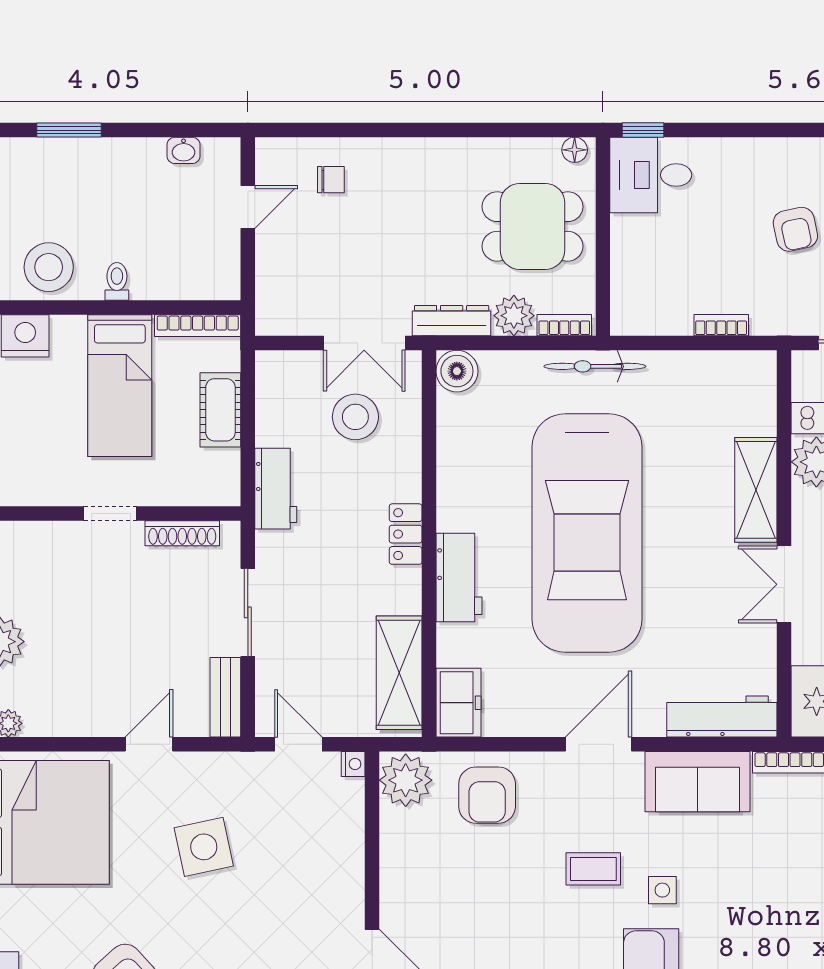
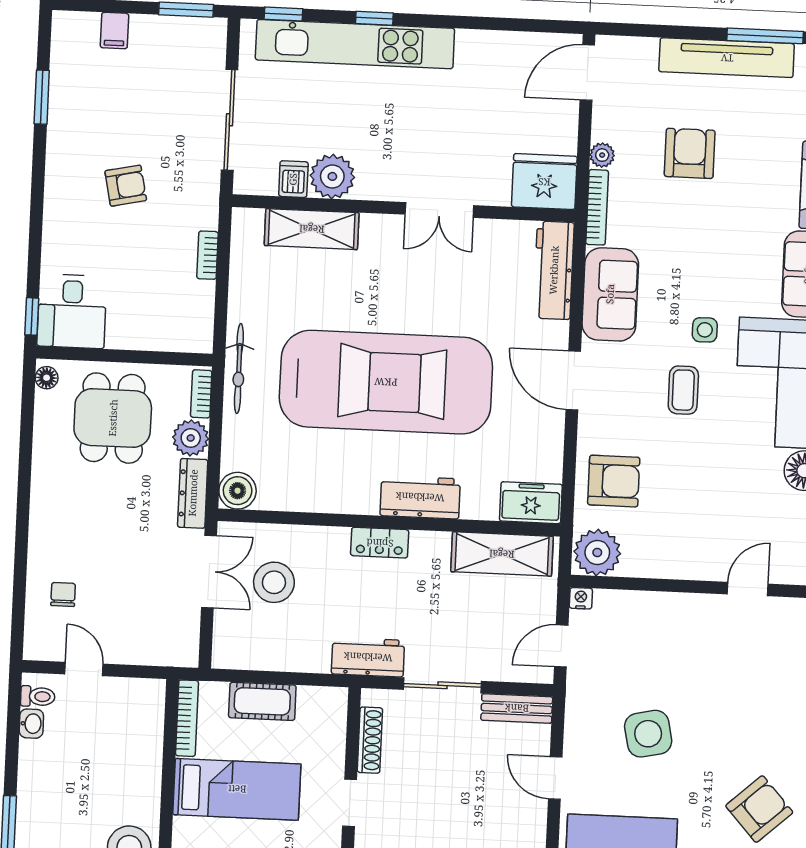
toilet: (117, 281) -> (38, 696), moved, turned 180
workbench: (276, 489) -> (368, 657), moved
shelving: (756, 490) -> (312, 229), moved

